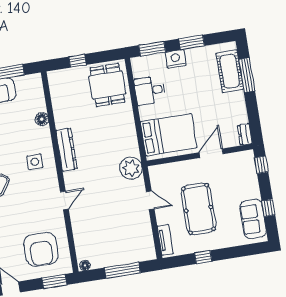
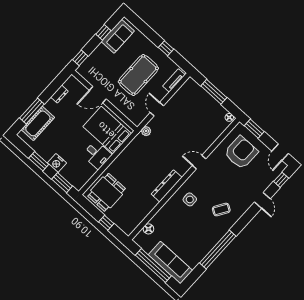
desk: (150, 90) -> (97, 155), moved
floor lamp: (42, 119) -> (148, 229), moved
dresser: (245, 134) -> (59, 94), moved
plant: (131, 168) -> (146, 131), width x0.53, depth x0.53

